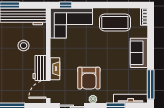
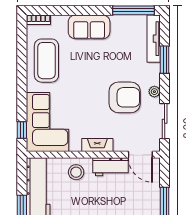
stool: (24, 46) -> (76, 172), moved
fireplace: (55, 69) -> (97, 145), moved

